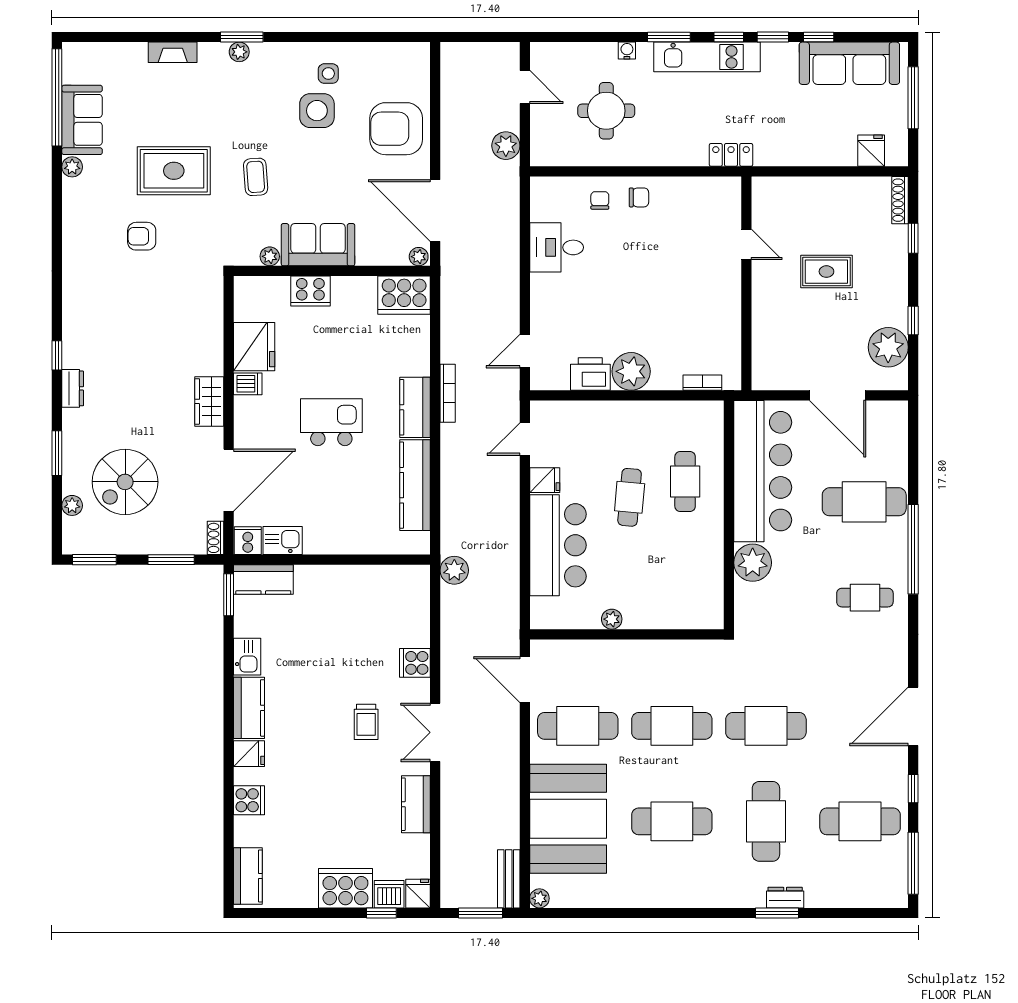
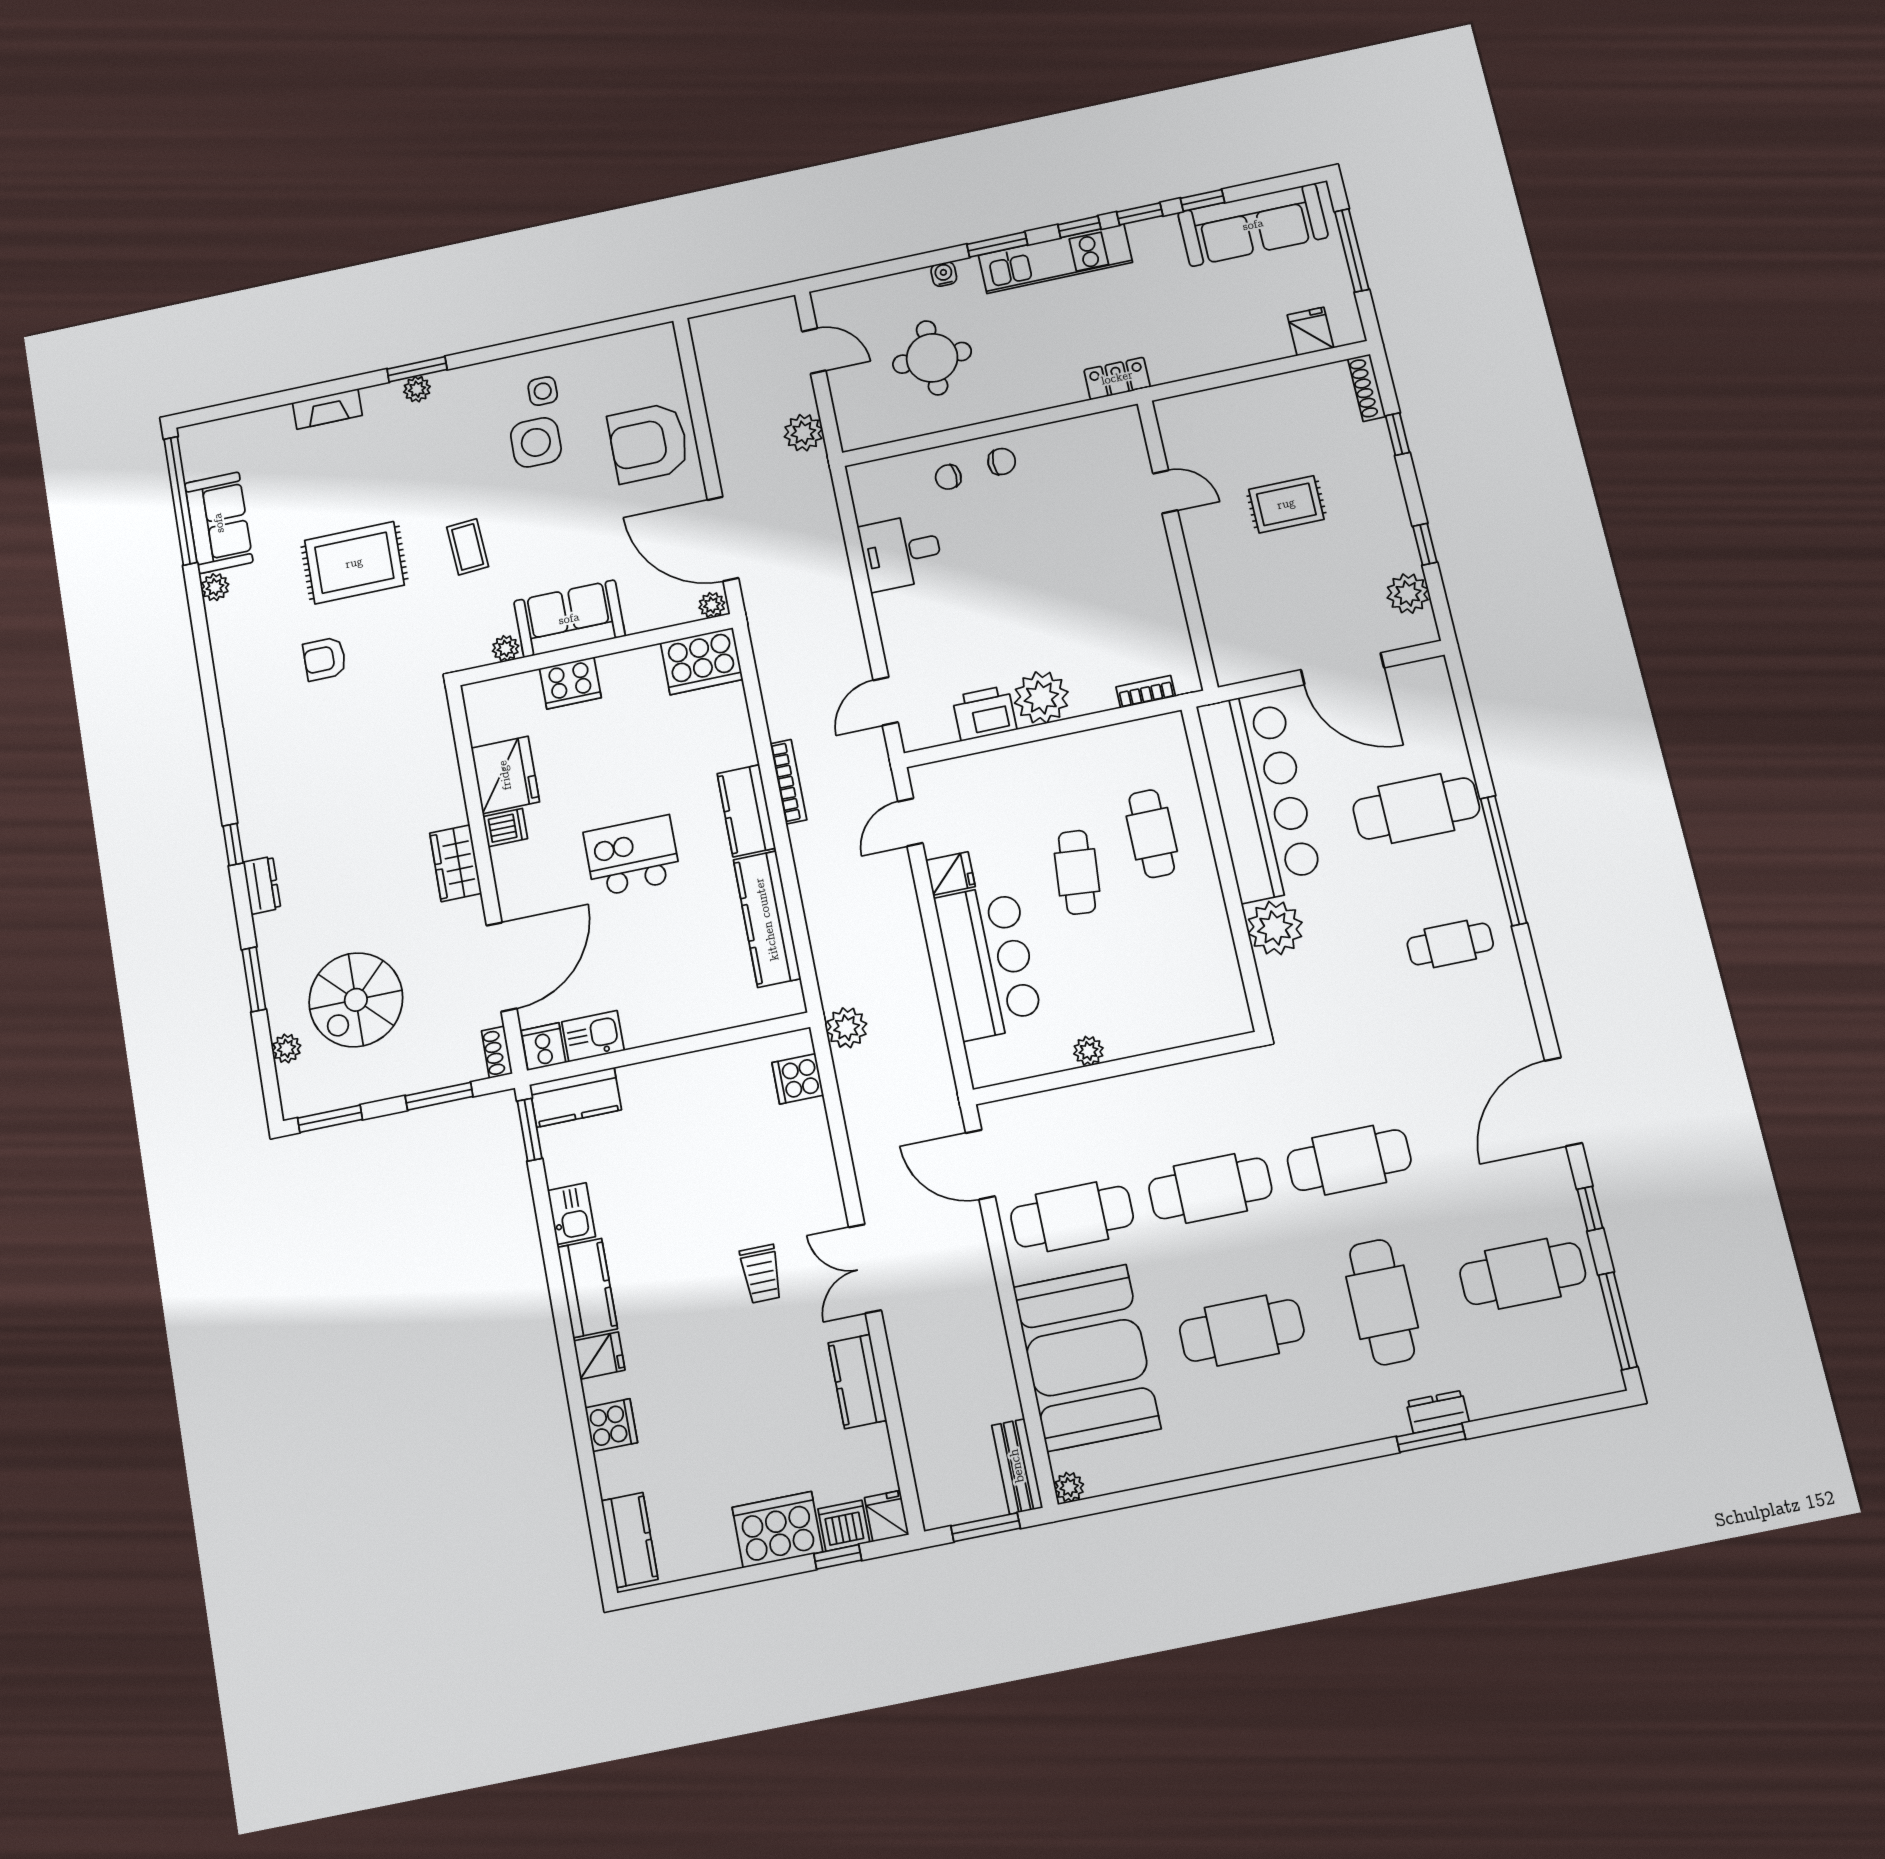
chair: (600, 200) -> (948, 477), turned -94
plant: (888, 347) -> (1408, 594), width x0.73, depth x0.73
cooker: (415, 663) -> (798, 1079), moved

